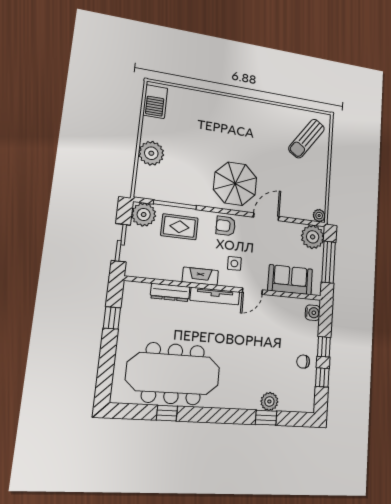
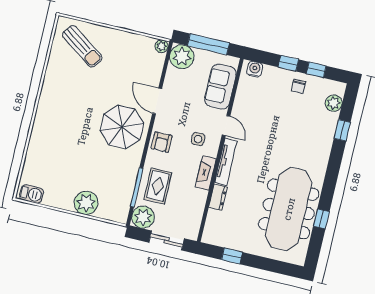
barbecue: (155, 102) -> (31, 194), width x0.73, depth x0.79
dresser: (170, 292) -> (218, 197), width x0.70
plant: (269, 401) -> (334, 103), moved

